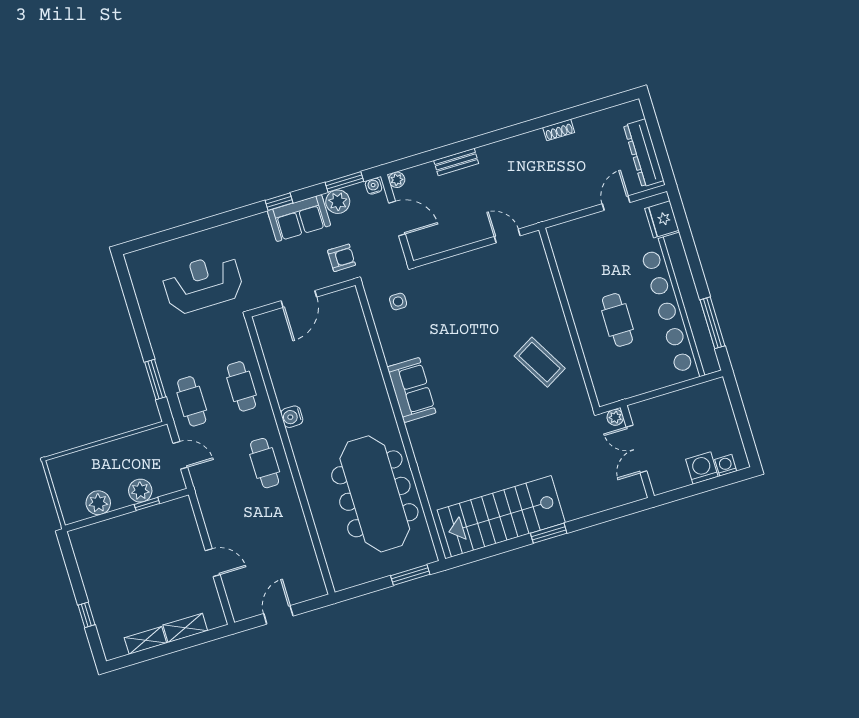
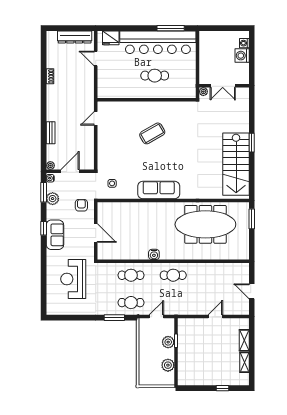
sofa: (299, 218) -> (55, 235), moved
coffee table: (540, 362) -> (152, 133), moved
sofa: (412, 390) -> (159, 190), width x1.36

